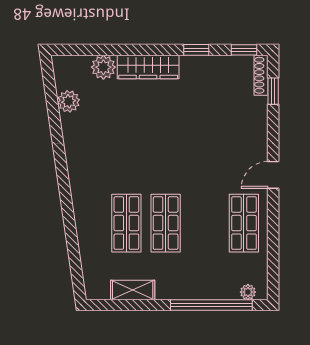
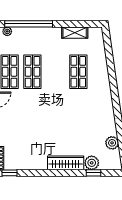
window: (196, 50) -> (93, 173), moved
shop shelf: (166, 223) -> (32, 72), moved

